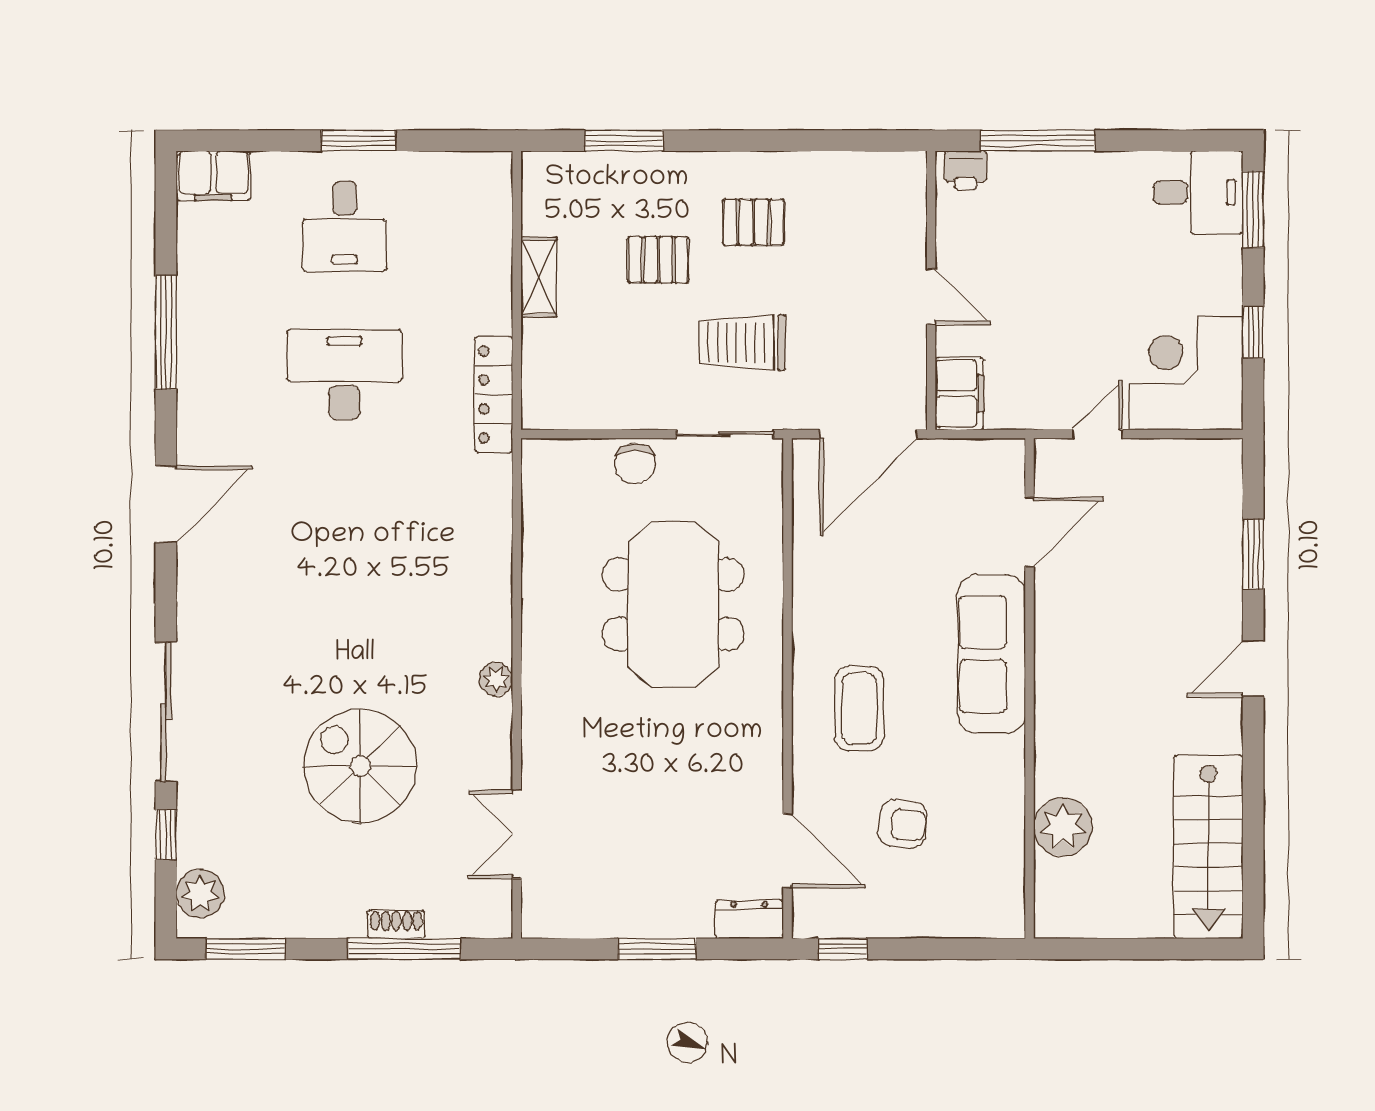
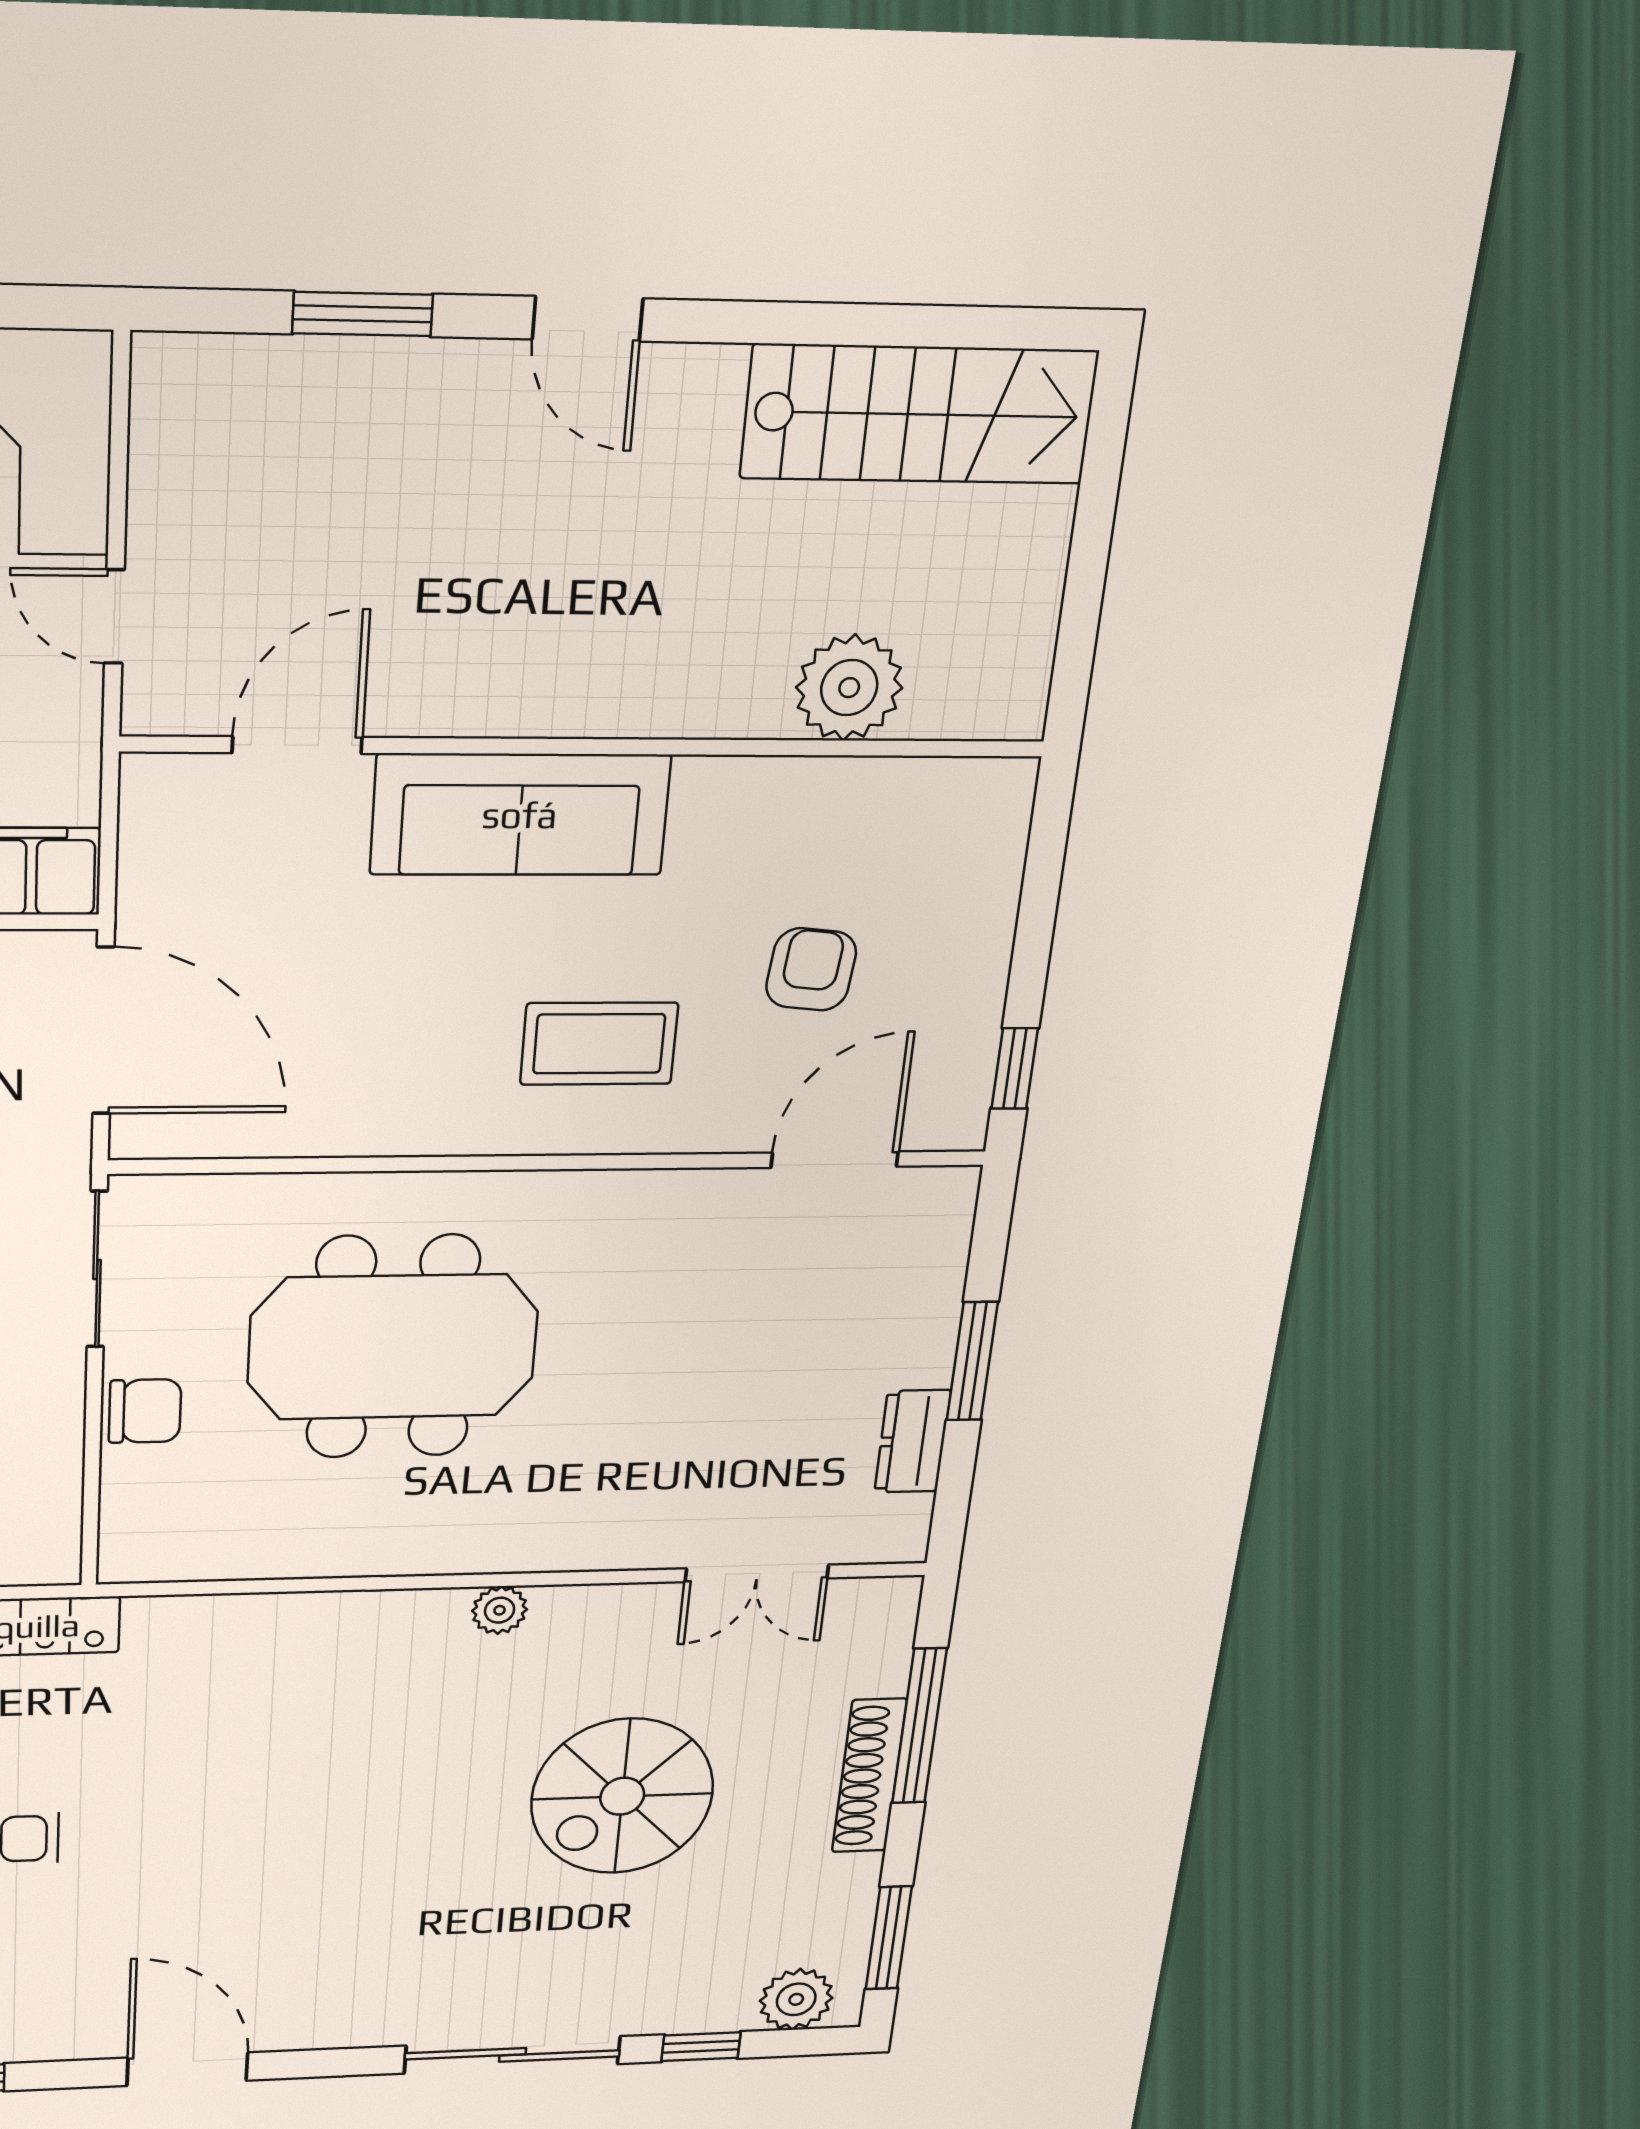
door: (1030, 532) -> (297, 745), hinge flipped
dresser: (749, 919) -> (913, 1441), moved
shoe rack: (396, 925) -> (869, 1776), width x1.94, depth x1.24

